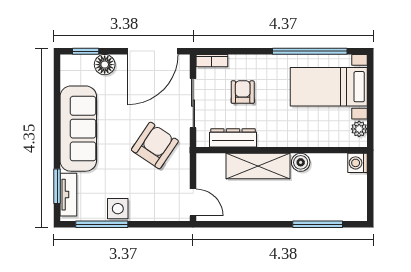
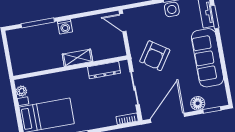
armchair: (243, 92) -> (103, 102), removed
boiler: (301, 162) -> (56, 62), removed
washing machine: (358, 163) -> (65, 27), moved, turned 90
shelving: (258, 166) -> (77, 58), width x0.67, depth x0.75

